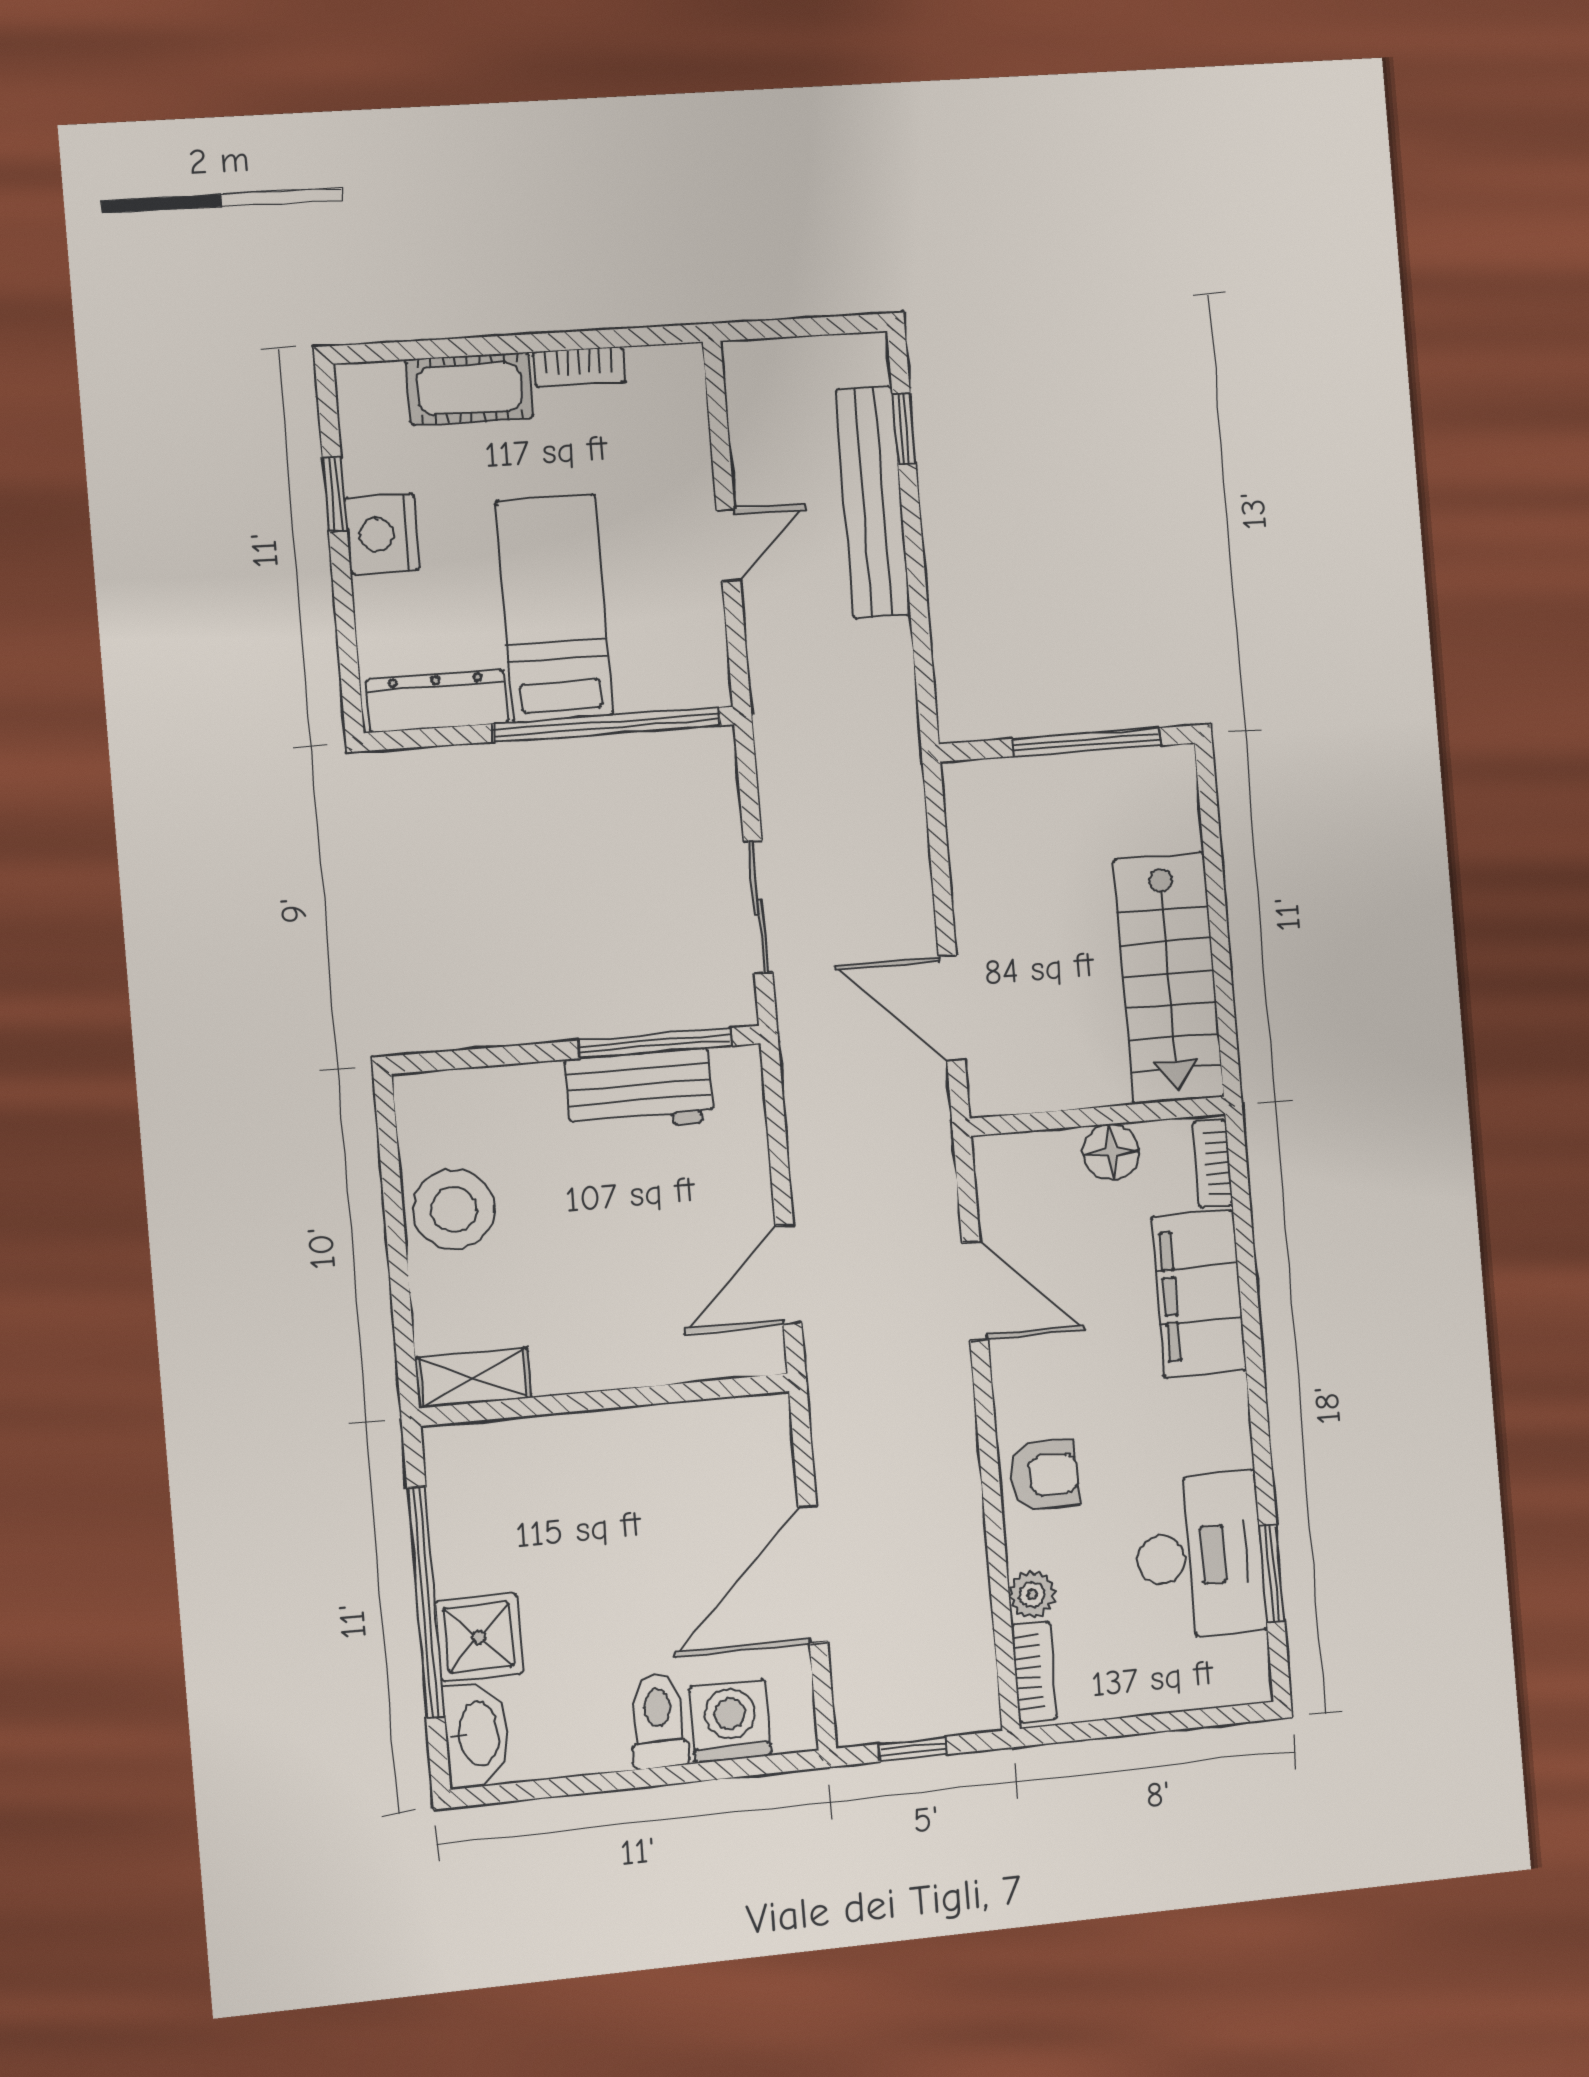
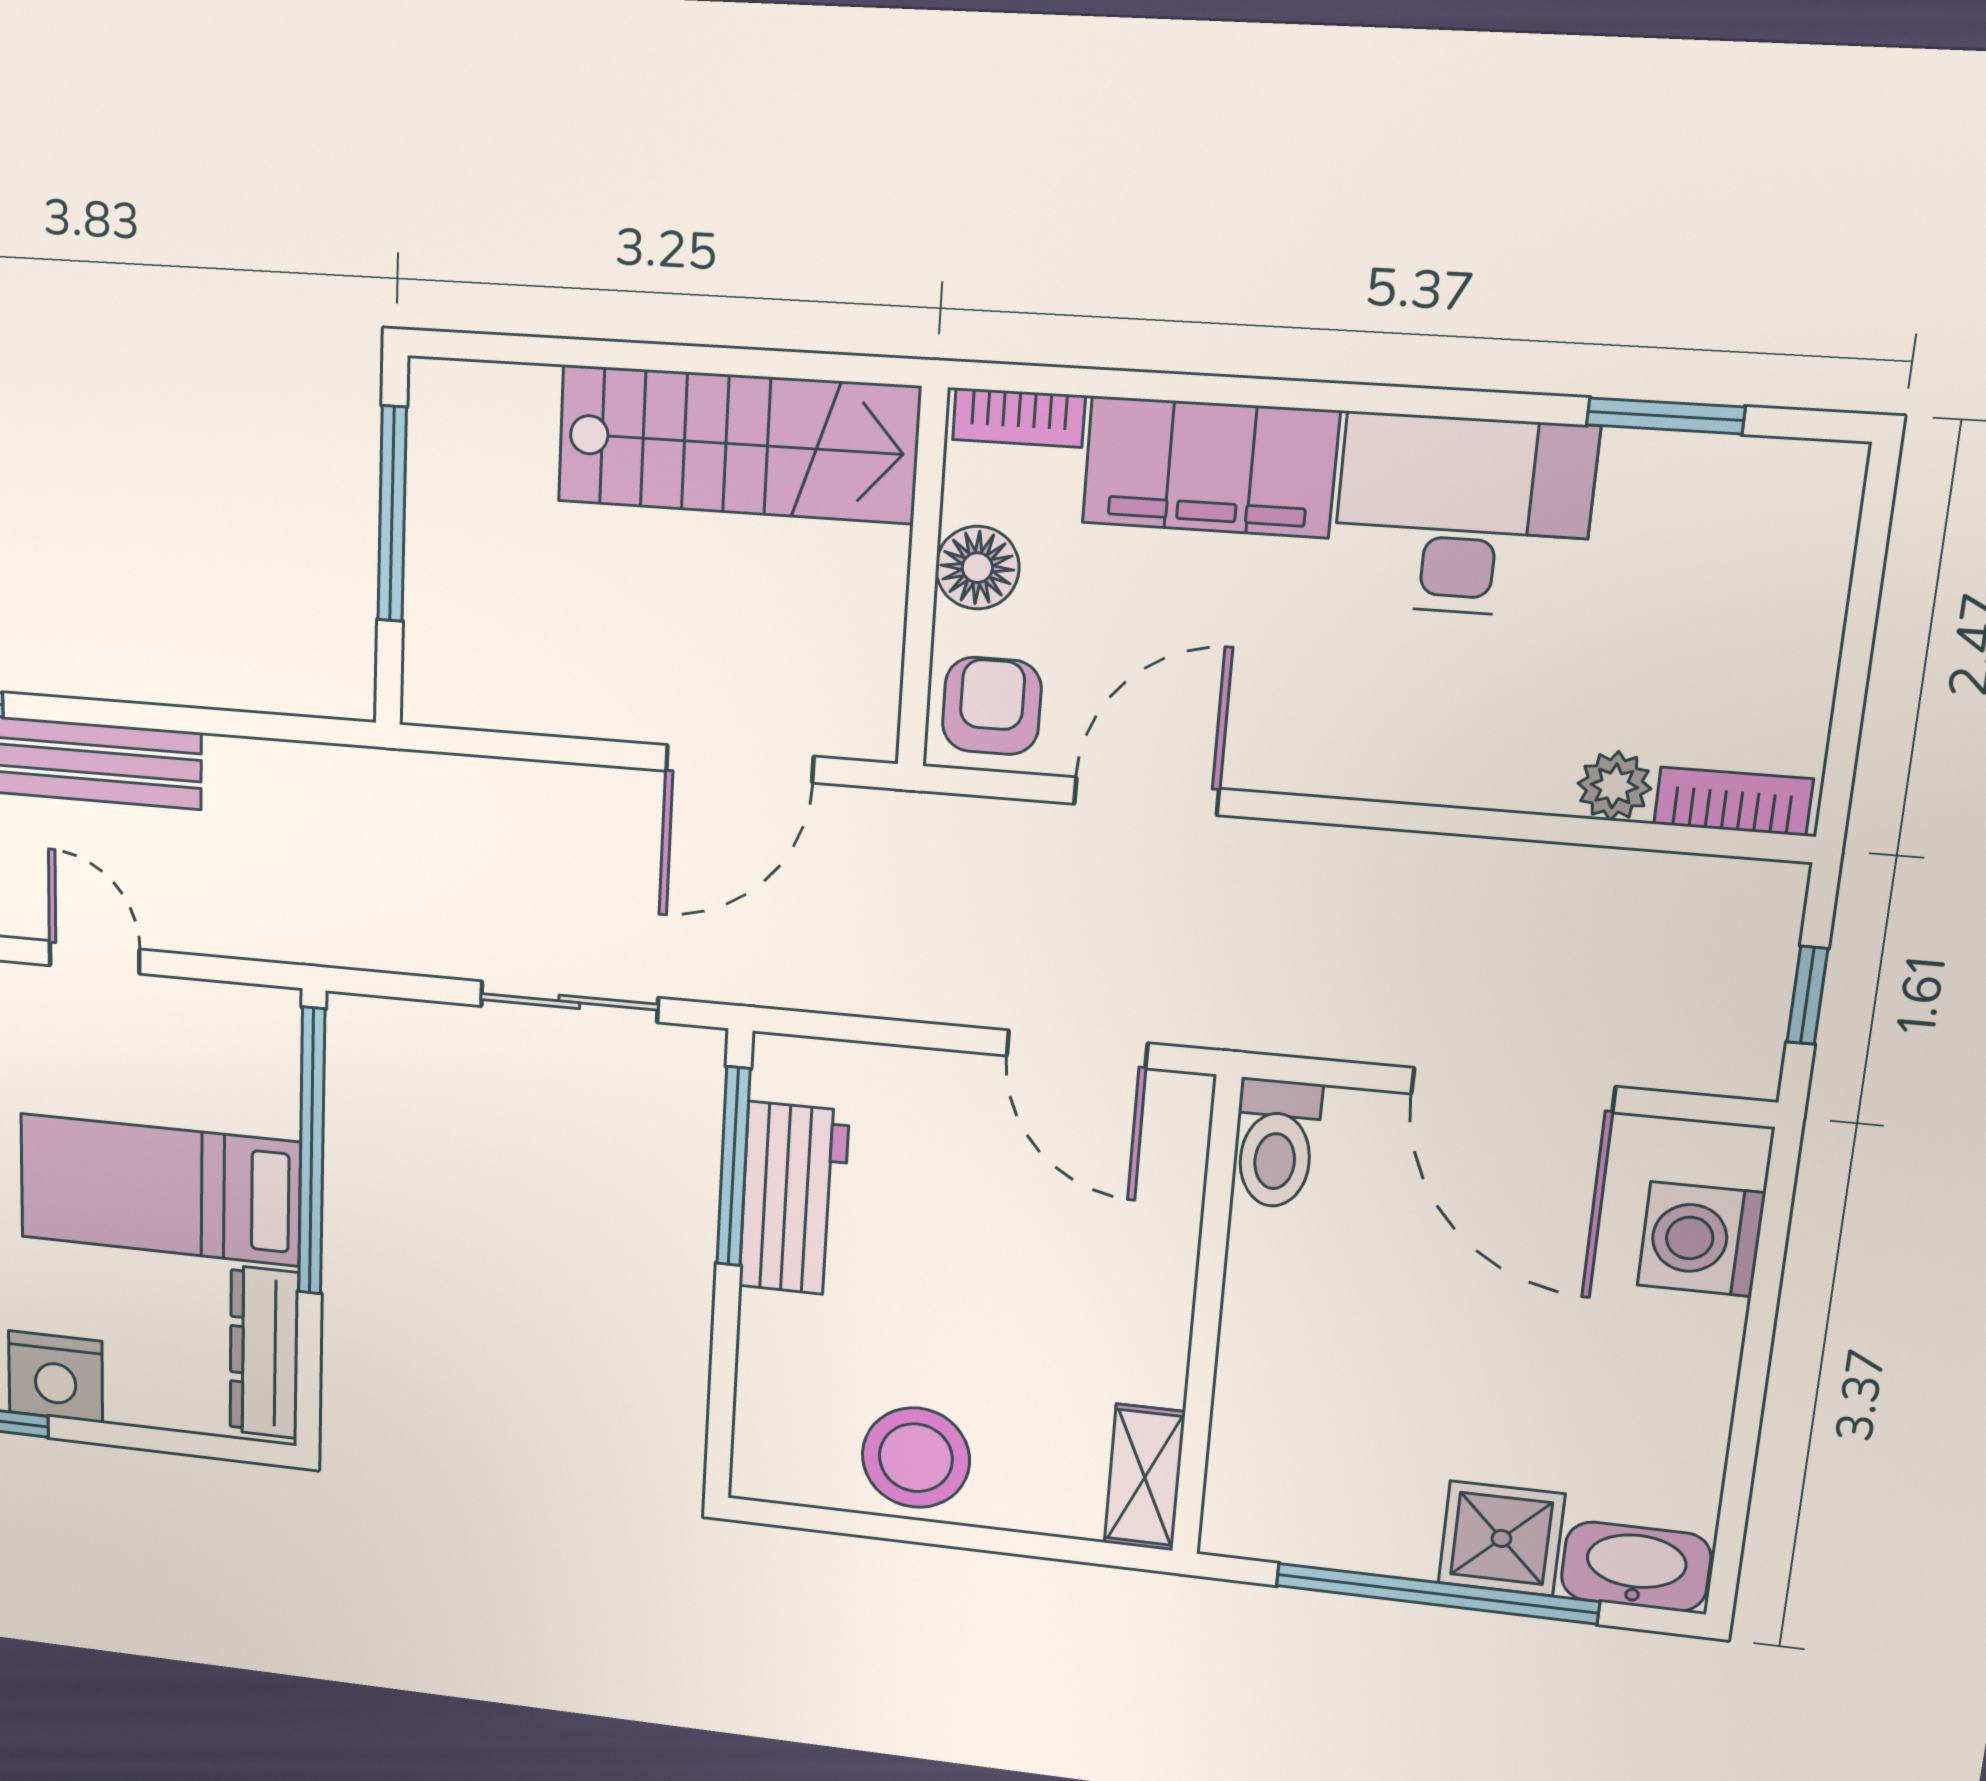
armchair: (1044, 1475) -> (992, 706), moved
desk: (1199, 1556) -> (1463, 516), moved
toilet: (658, 1721) -> (1276, 1144), moved, turned -90

